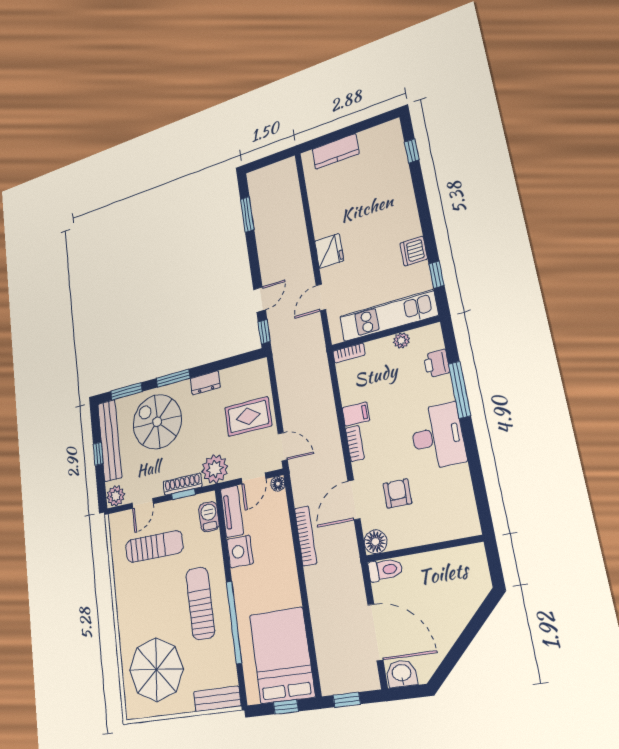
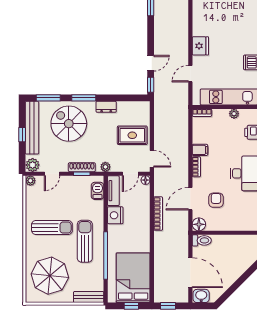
plant: (215, 469) -> (105, 167), width x0.53, depth x0.53
plant: (115, 521) -> (30, 181), added
sun lounger: (154, 547) -> (52, 228), moved

